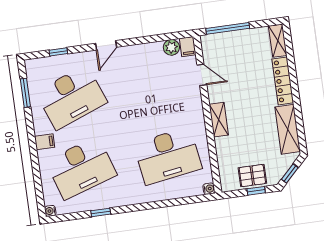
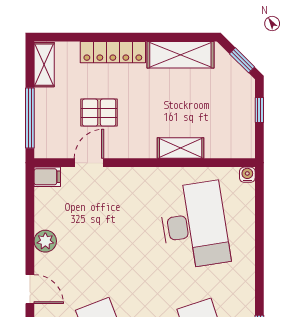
shelving: (278, 41) -> (44, 65), moved, turned 90
plant: (171, 47) -> (45, 241), moved
shelving: (219, 120) -> (181, 148), moved
pallet: (252, 176) -> (99, 113), moved, turned 90

